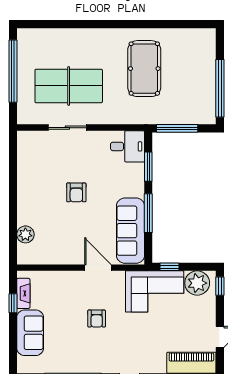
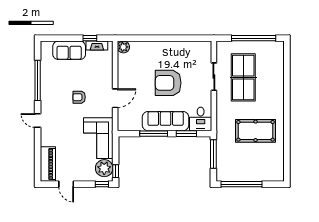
armchair: (76, 192) -> (168, 83), width x1.88, depth x1.88
sofa: (131, 231) -> (166, 121), moved
plant: (25, 234) -> (123, 47), moved
window: (170, 267) -> (116, 171), moved

